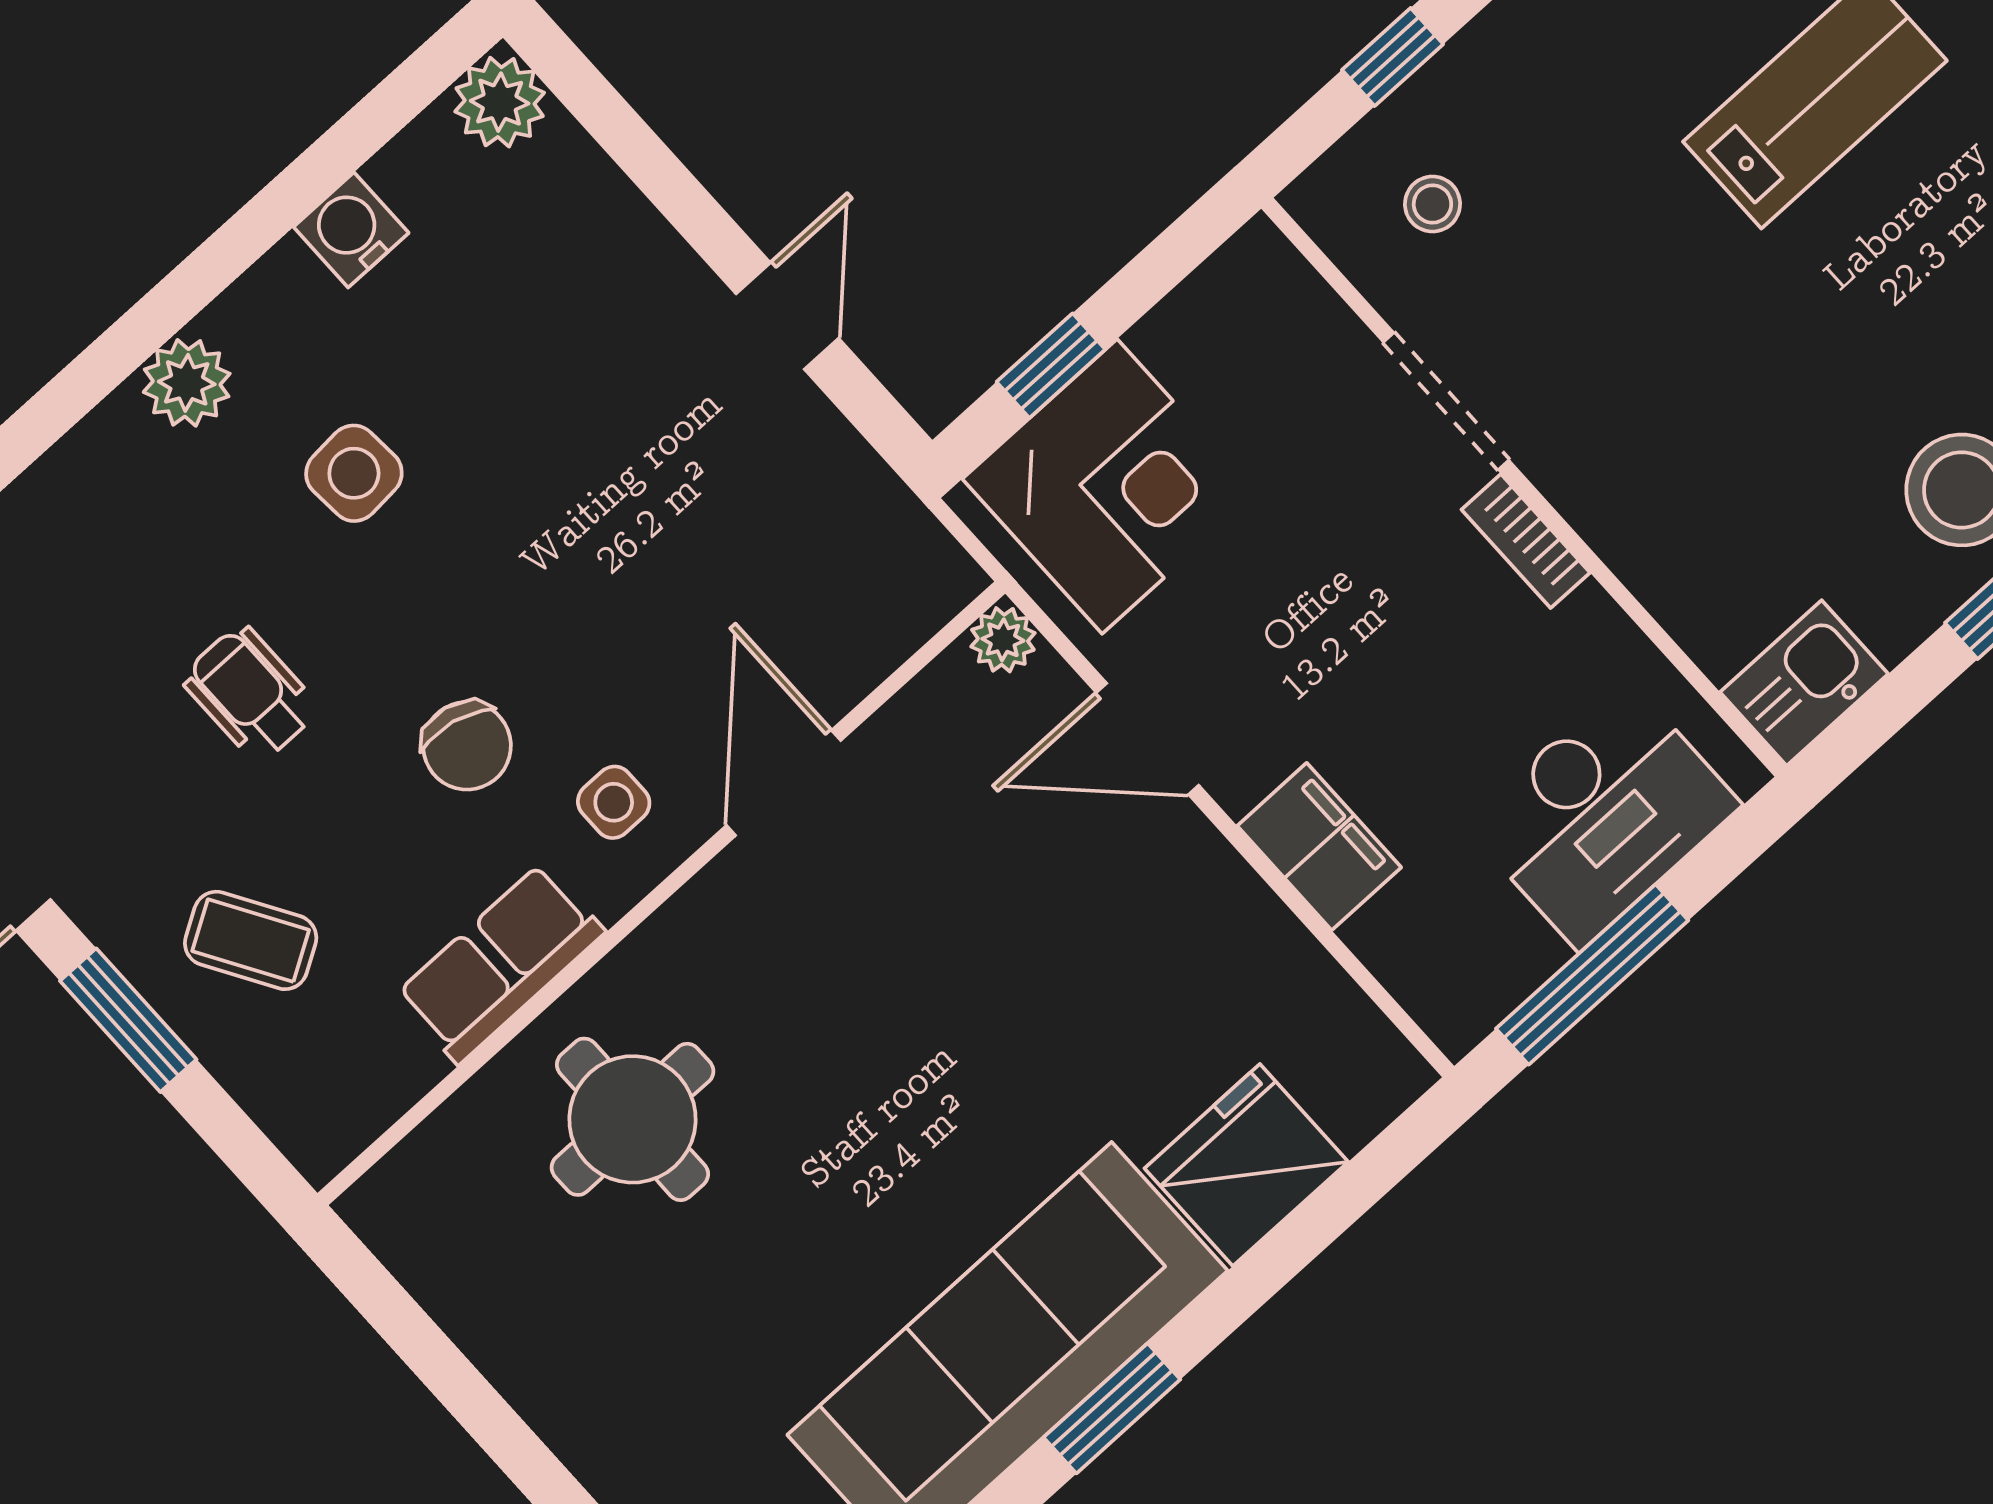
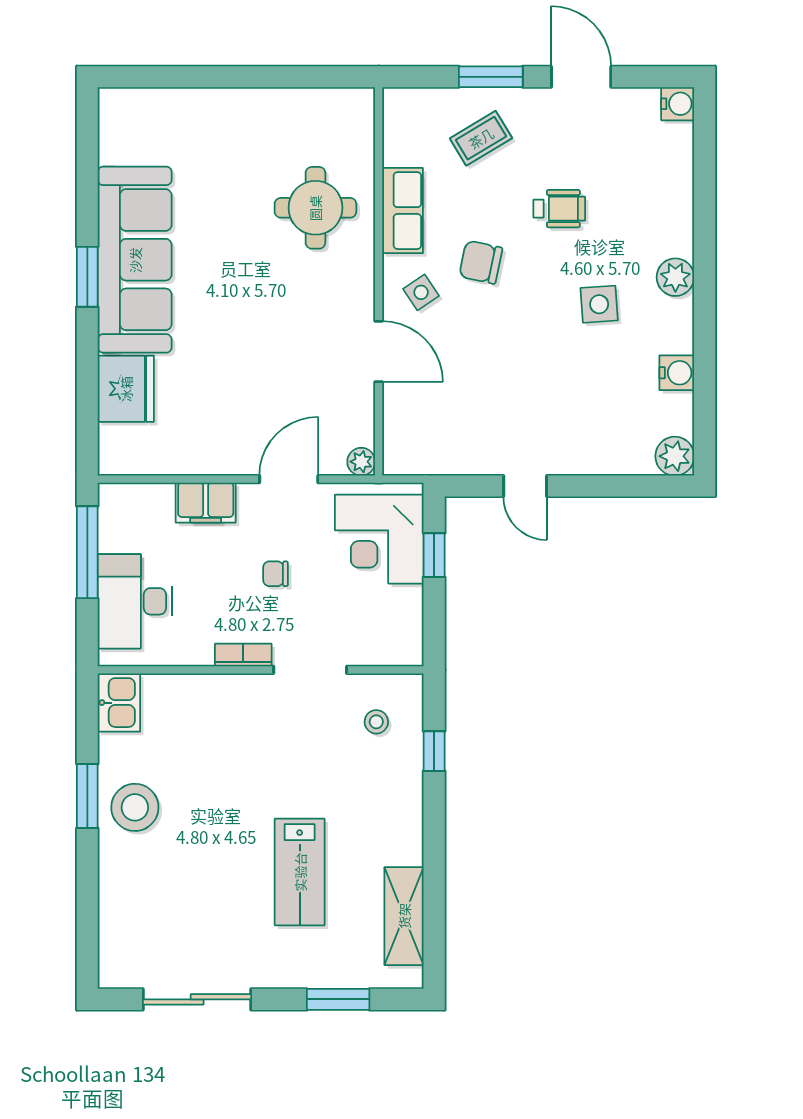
chair: (1333, 613) -> (276, 574), added
side table: (614, 802) -> (421, 292), turned -34

